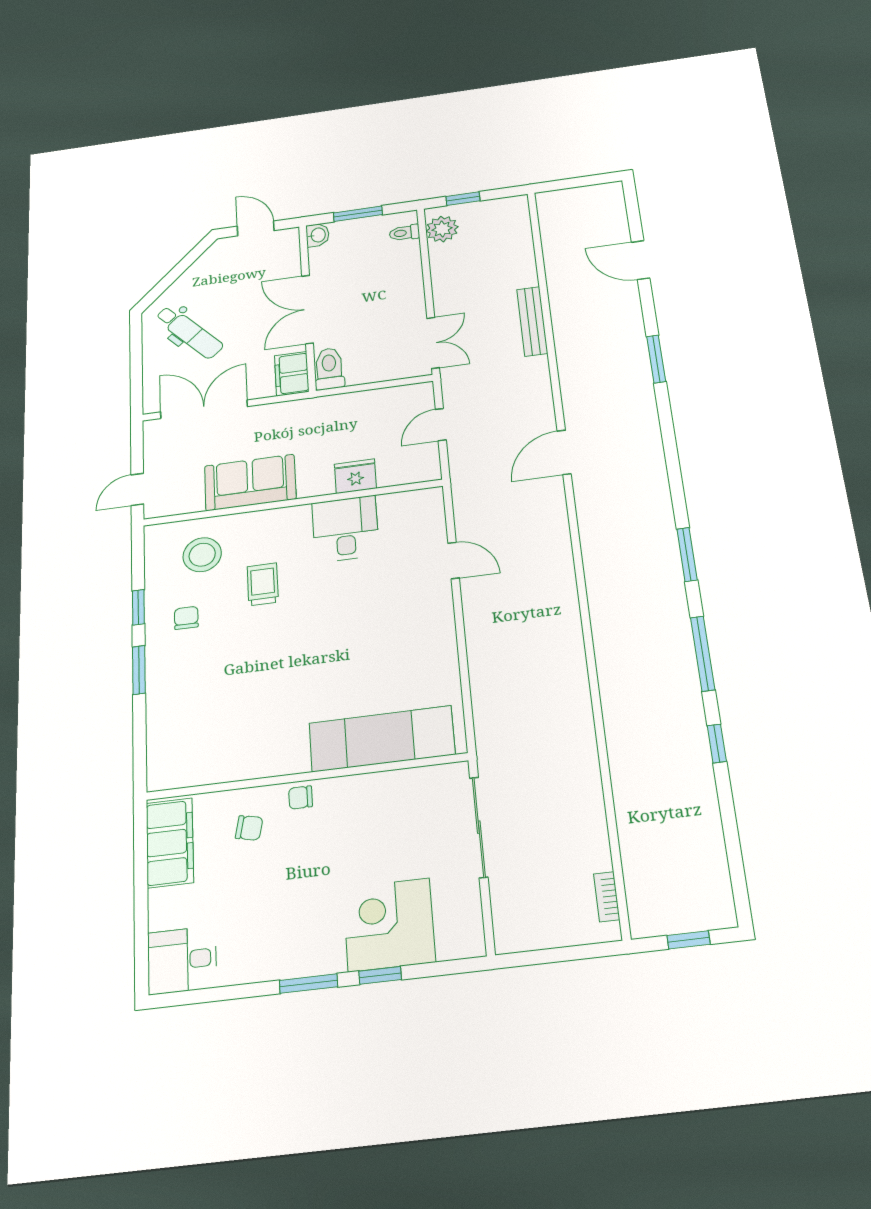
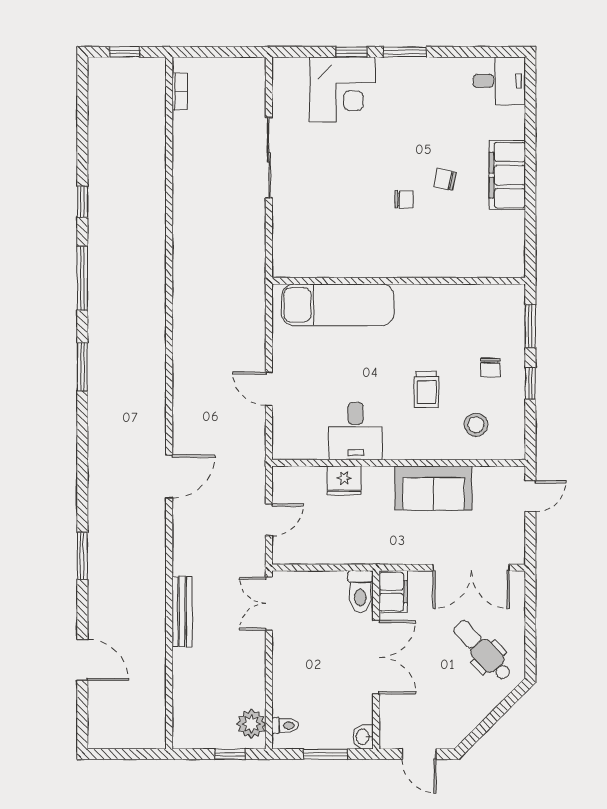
stool: (202, 555) -> (476, 425), width x0.73, depth x0.73
exam couch: (382, 739) -> (338, 305), moved
wall: (306, 777) -> (399, 281), moved

